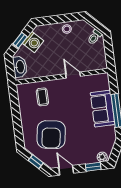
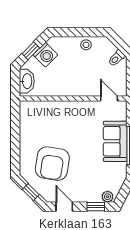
door: (73, 75) -> (109, 98), moved
coffee table: (42, 97) -> (48, 119), removed

